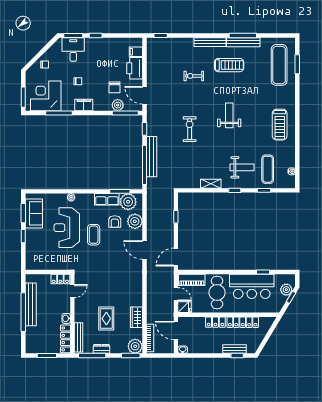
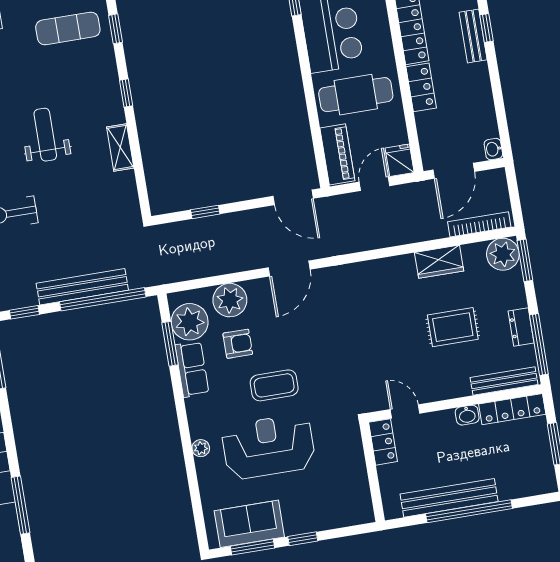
weight bench: (242, 167) -> (45, 135), moved
reception desk: (67, 228) -> (268, 447), turned 180

